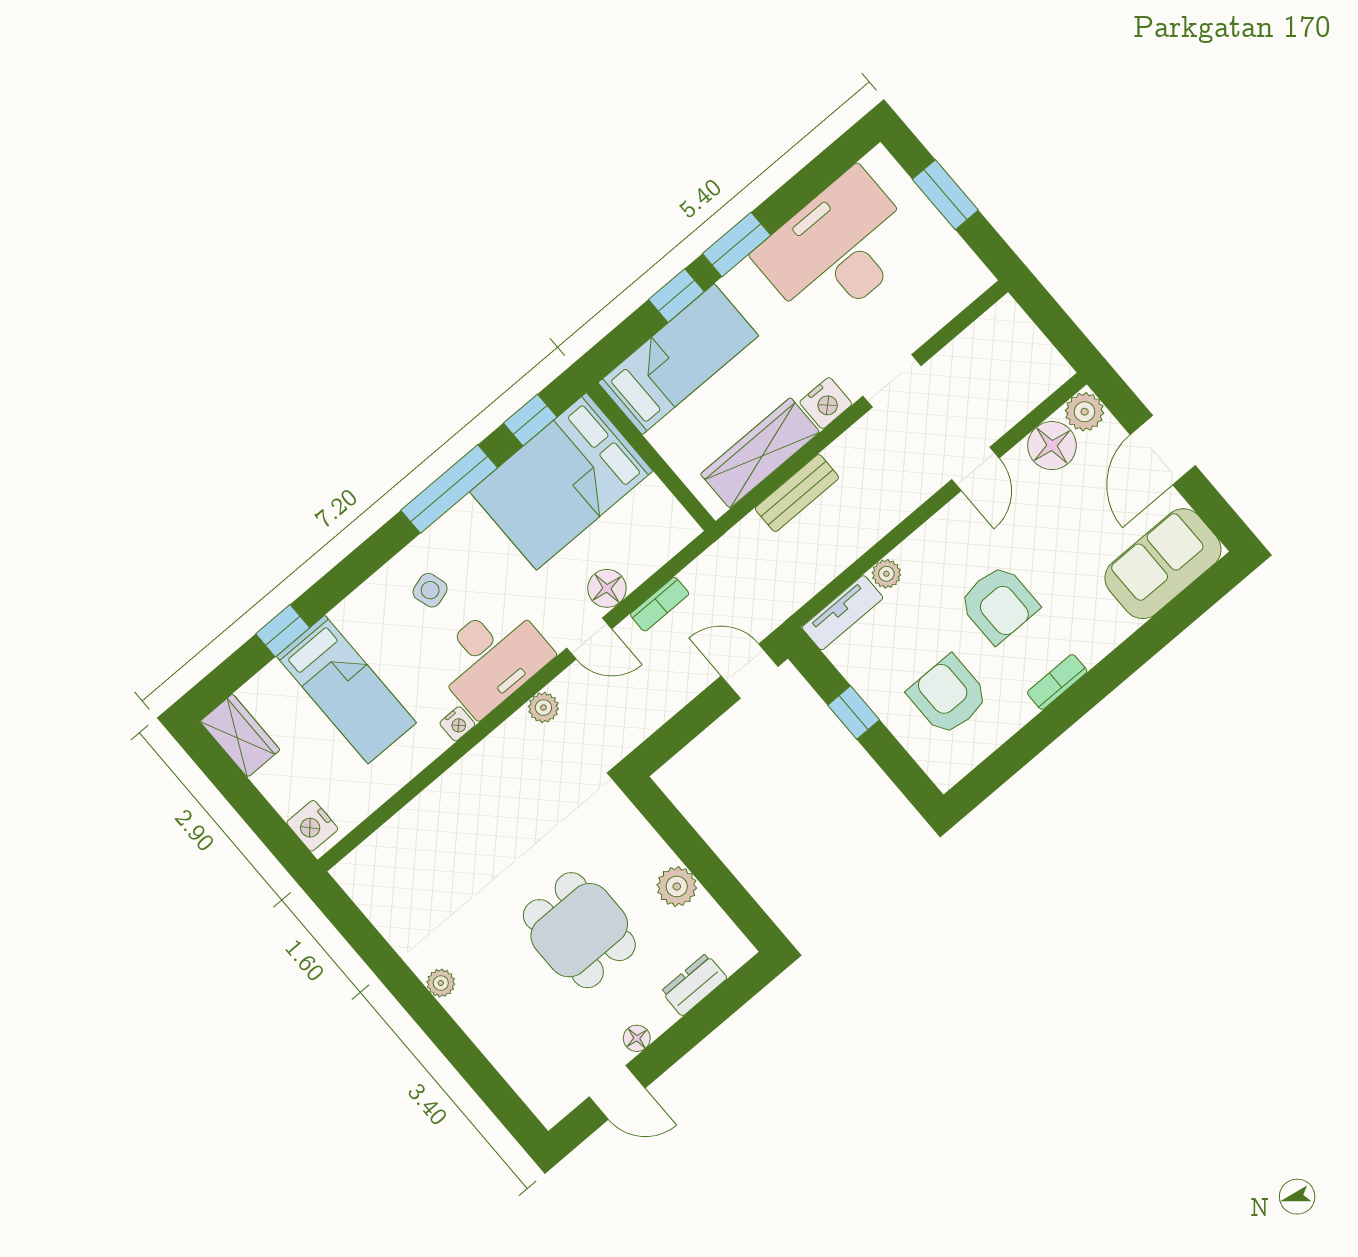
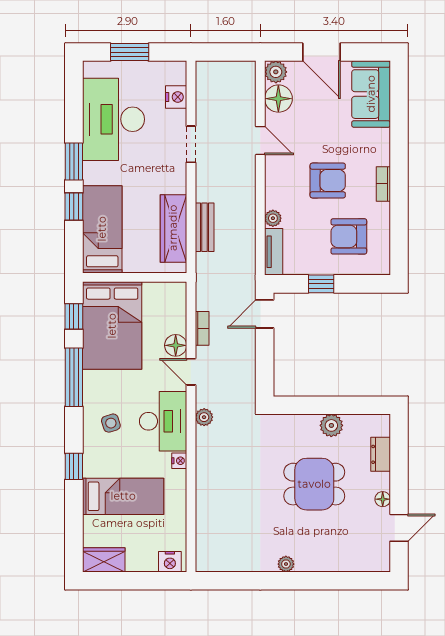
nightstand: (826, 403) -> (176, 97), moved
window: (283, 631) -> (74, 466), moved
door: (589, 639) -> (191, 372), swing flipped

